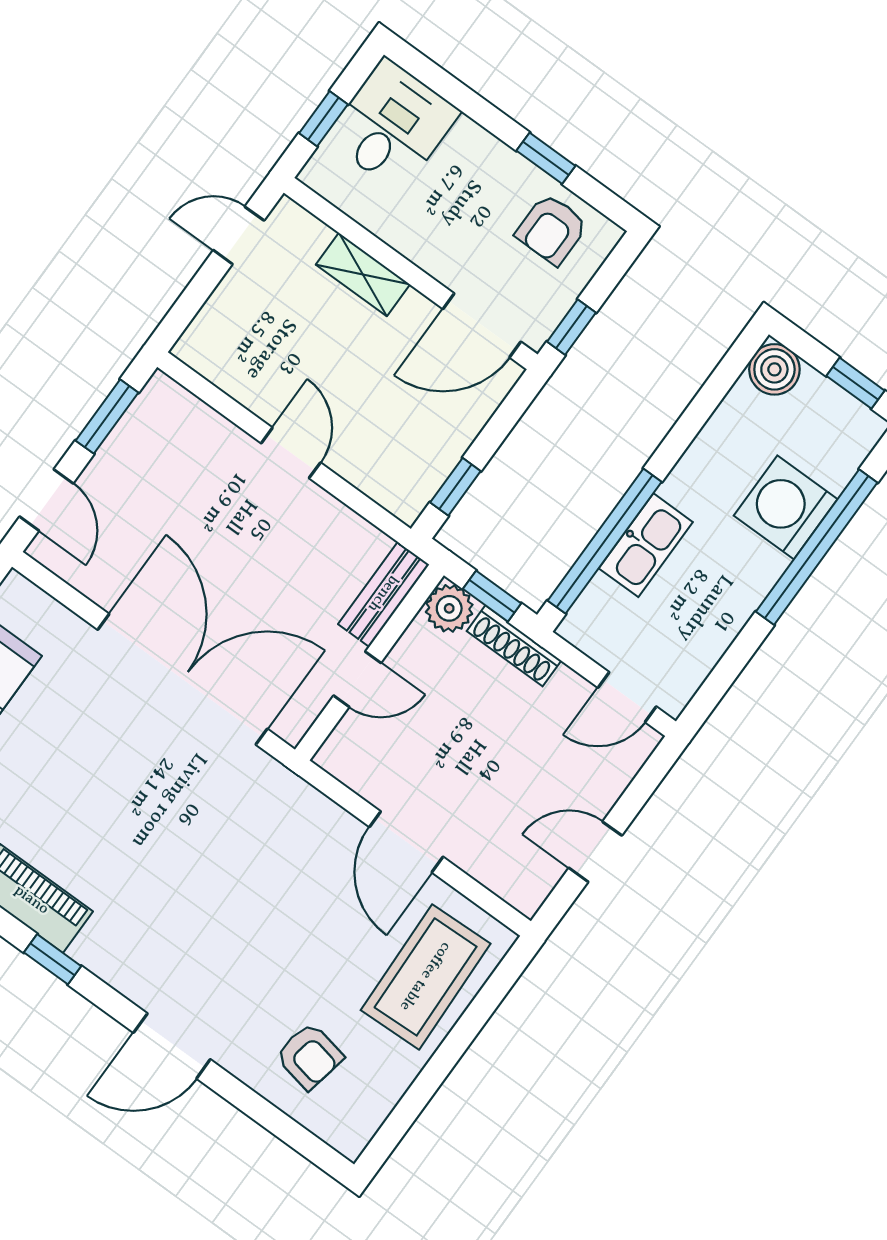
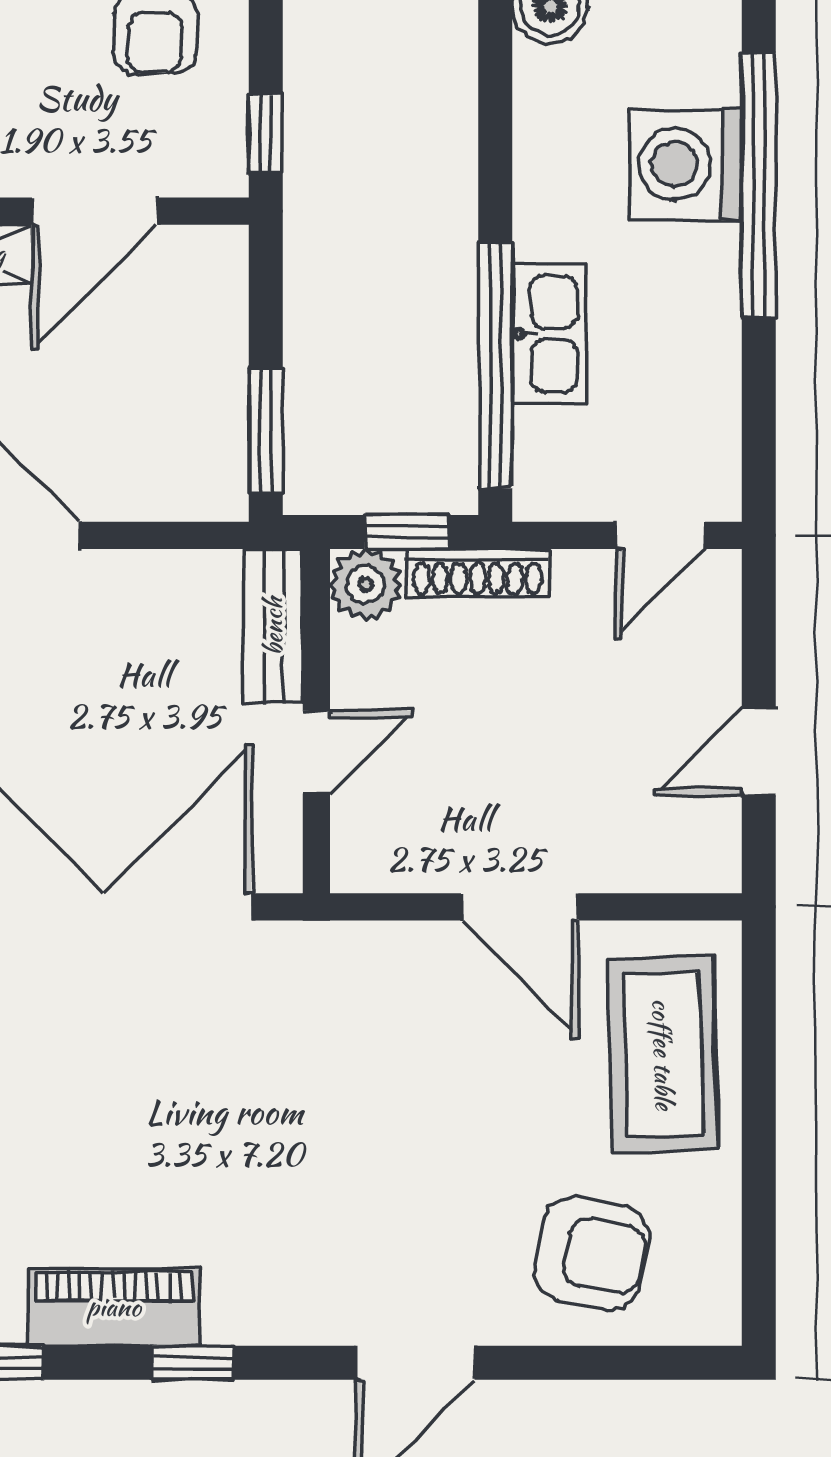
door: (482, 325) -> (95, 211), moved
window: (455, 487) -> (266, 431), width x1.50
armchair: (309, 1056) -> (592, 1253), width x1.38, depth x1.38

